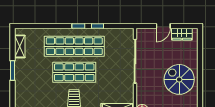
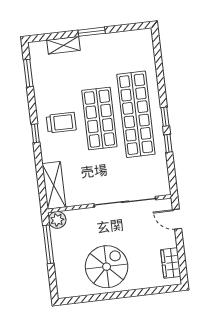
door: (163, 26) -> (177, 219), moved
shelving: (20, 46) -> (63, 45), moved

